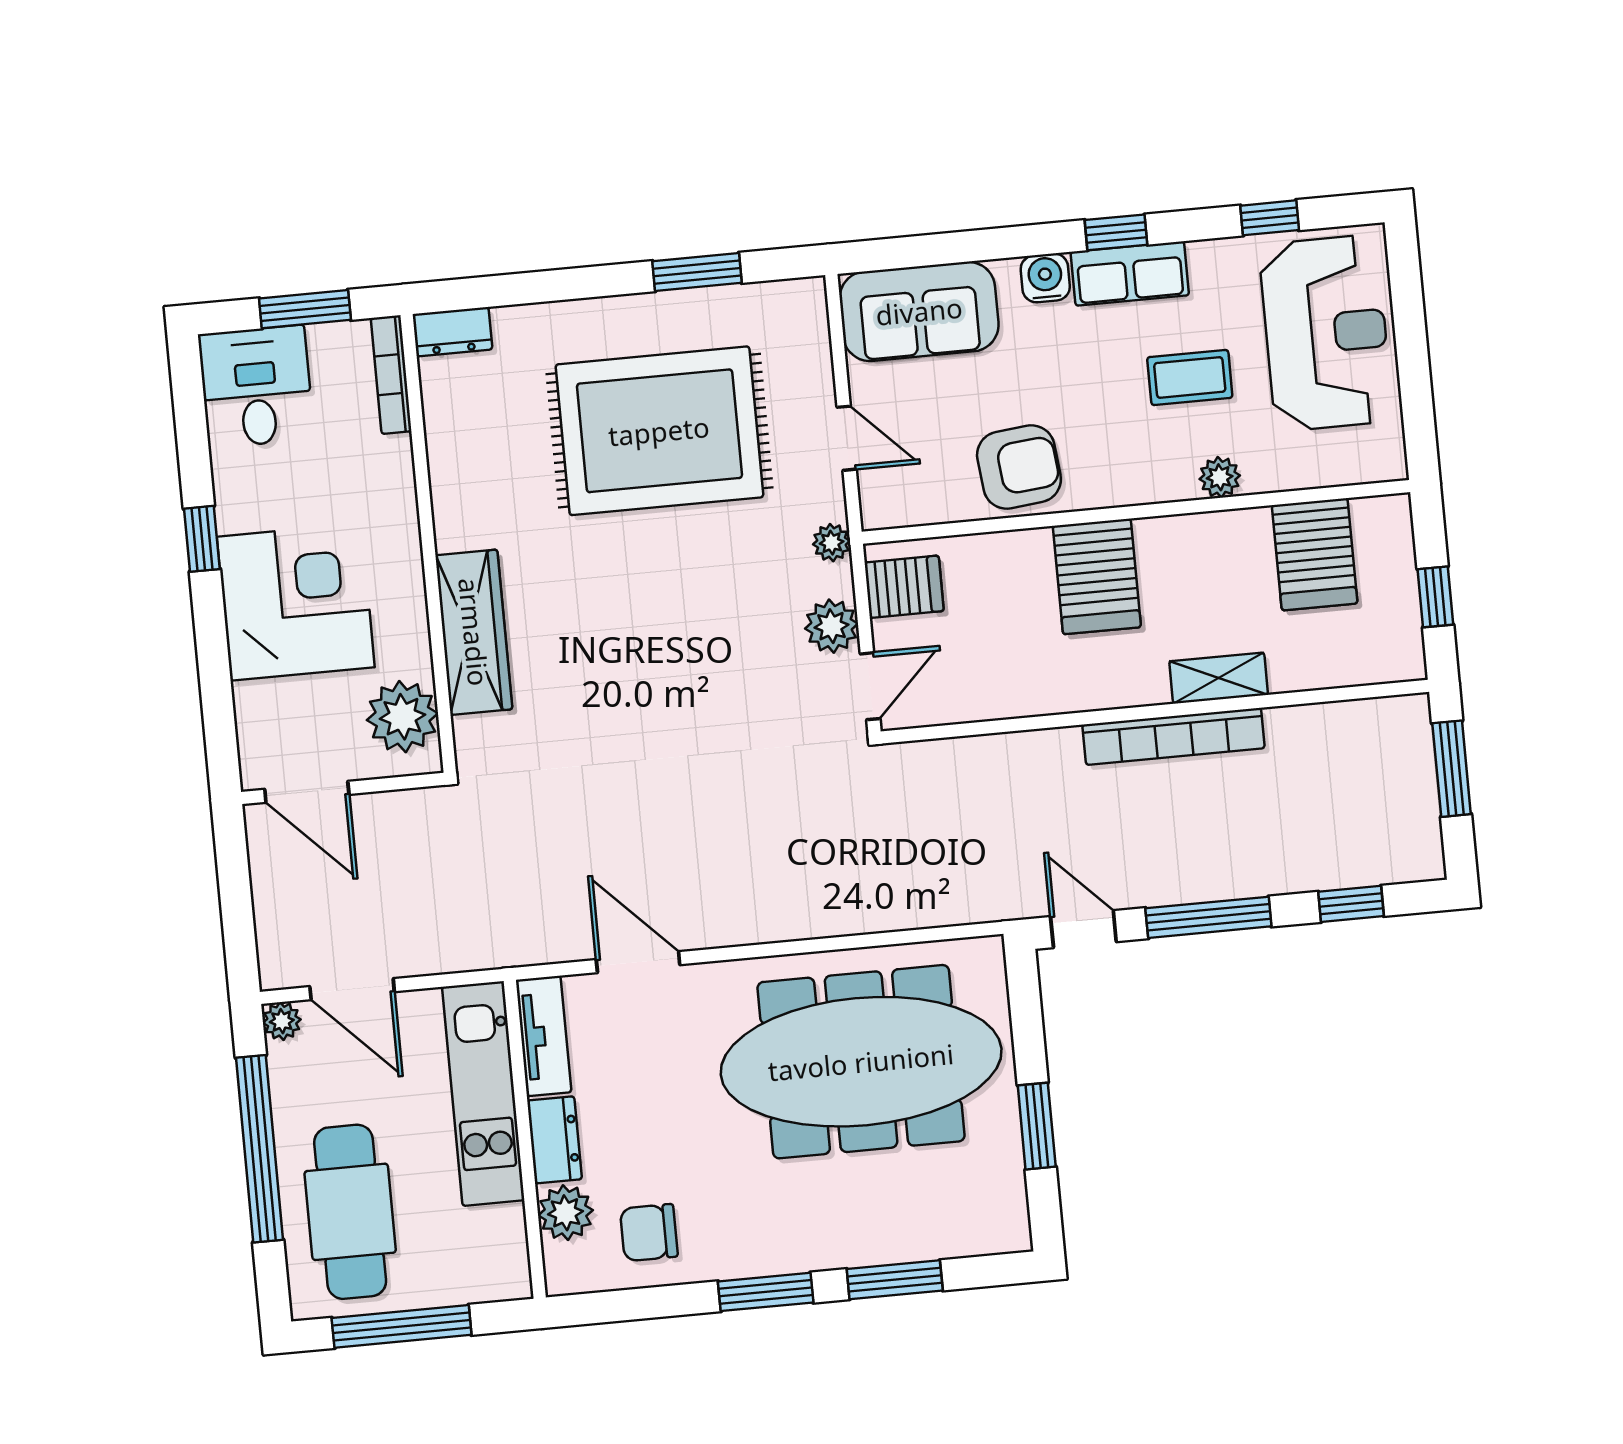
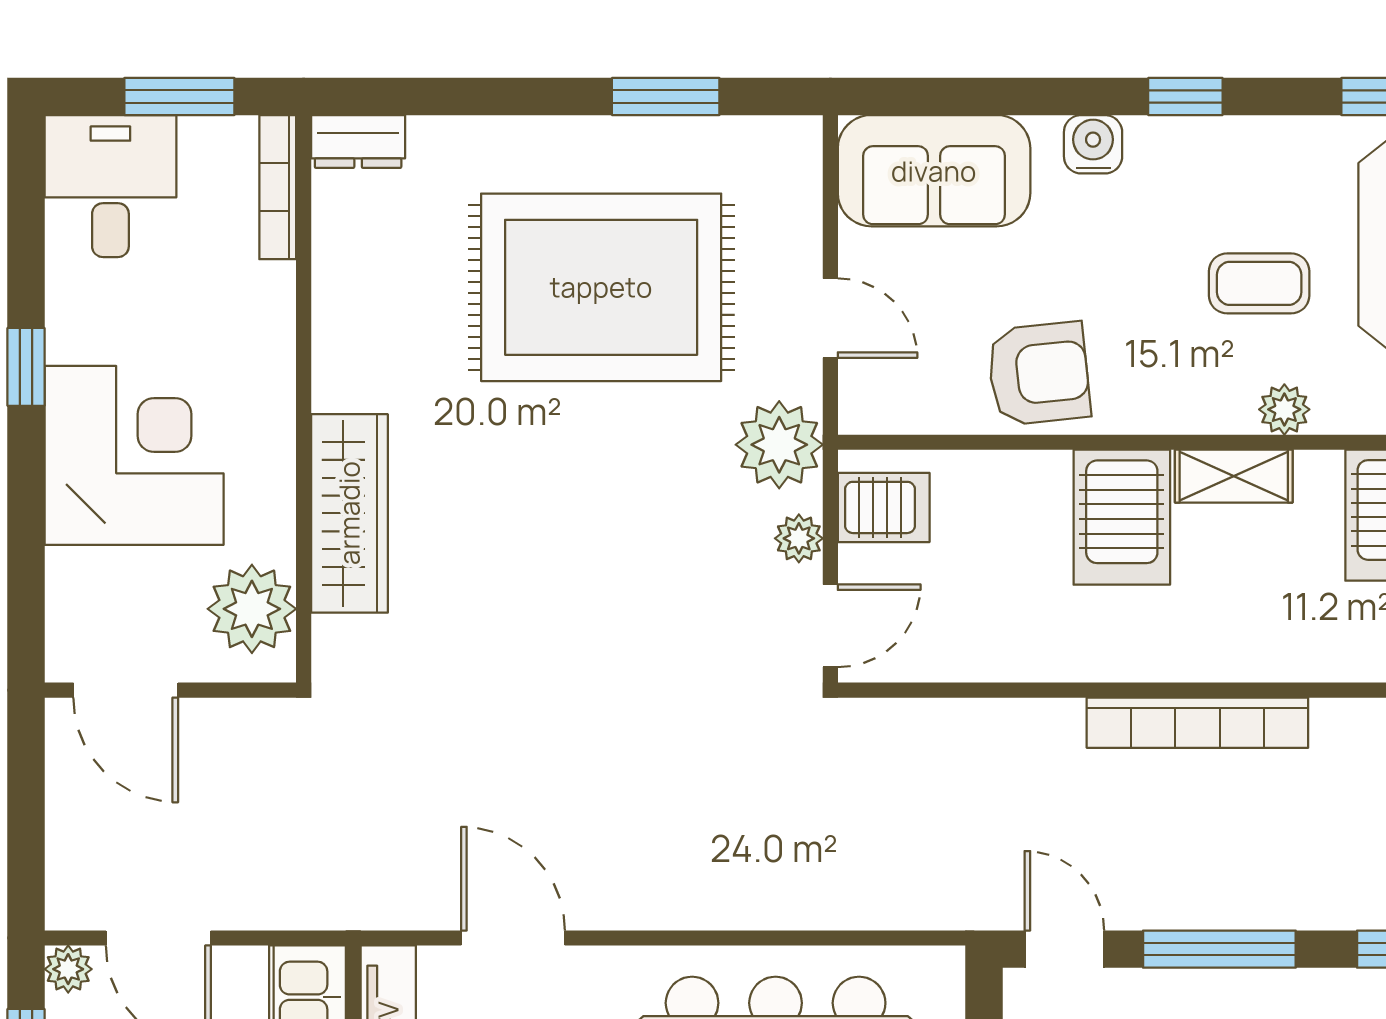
row of seats: (1130, 274) -> (1197, 149), removed
plant: (832, 543) -> (779, 445), width x1.88, depth x1.88
plant: (831, 626) -> (799, 538), width x0.73, depth x0.73
shelving: (1219, 678) -> (1234, 476), moved

